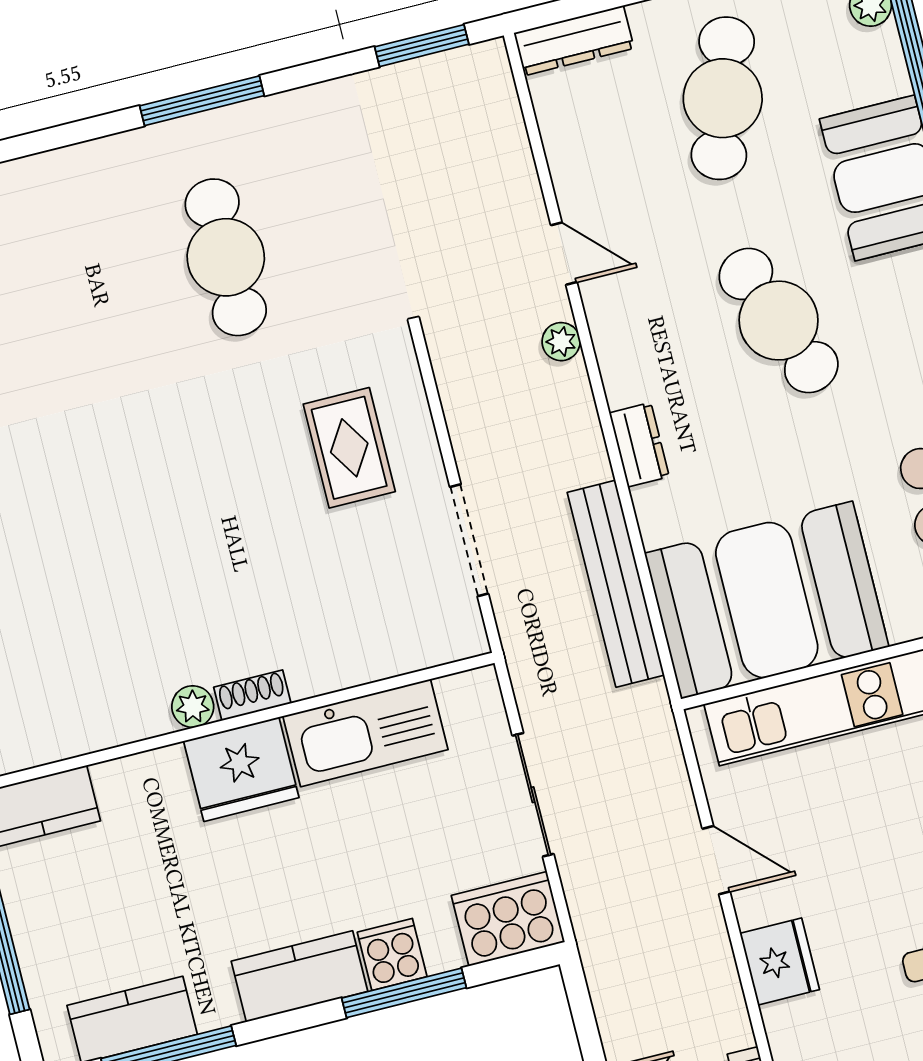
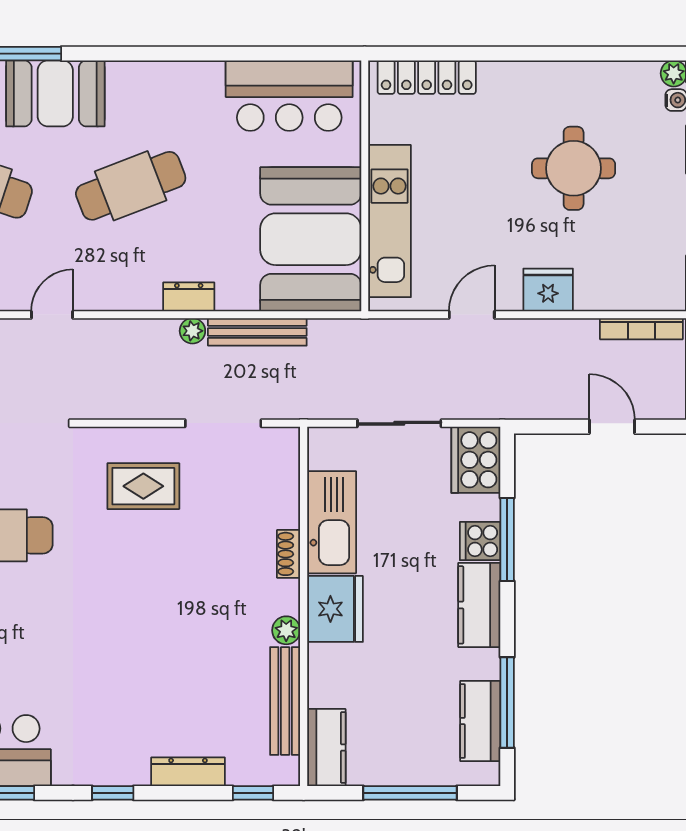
plant: (561, 342) -> (192, 331), moved
bench: (616, 584) -> (257, 332), width x0.73, depth x0.82
shoe rack: (252, 695) -> (289, 554), moved
bench: (90, 731) -> (285, 701), added

